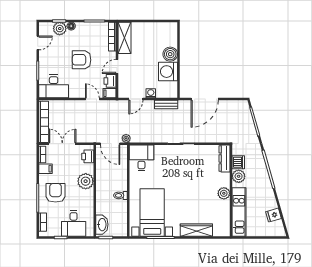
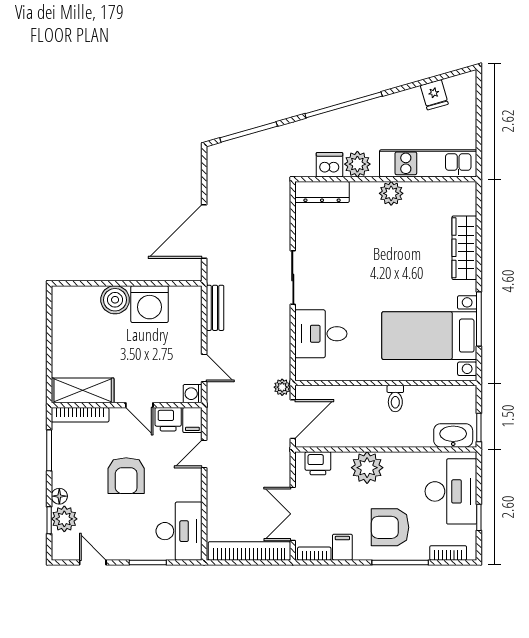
washing machine: (151, 93) -> (193, 394), moved
door: (205, 99) -> (204, 231), swing flipped
desk: (141, 158) -> (321, 334), moved
desk: (74, 223) -> (451, 491), width x1.37

